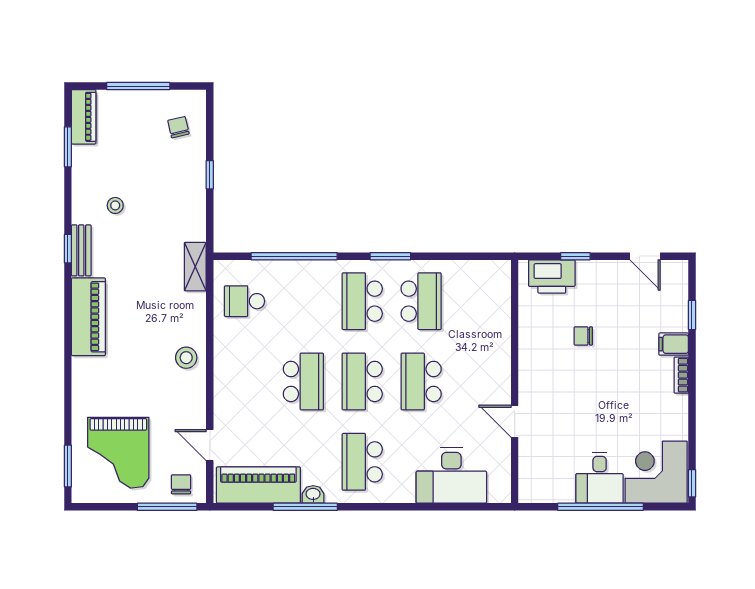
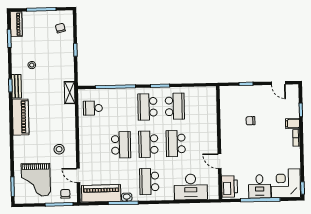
printer: (552, 276) -> (230, 187), moved, turned -90
stool: (186, 358) -> (59, 149), moved

